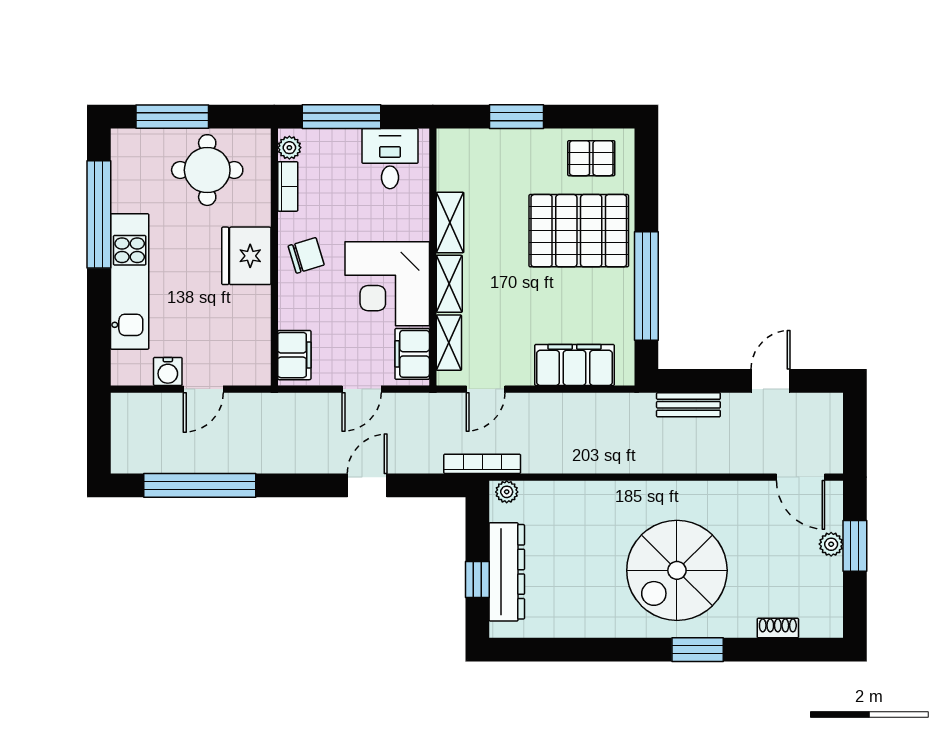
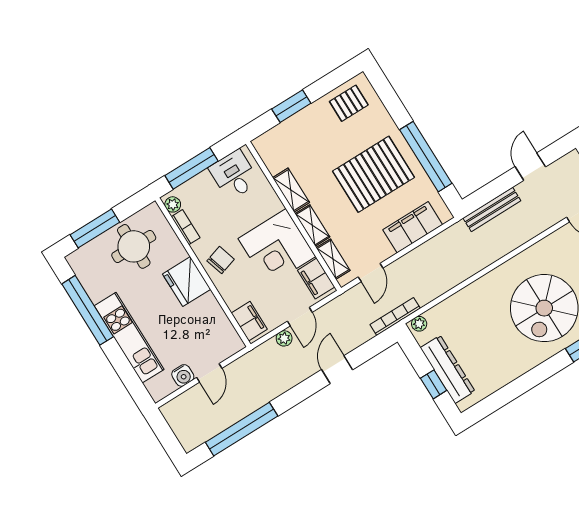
pallet: (579, 231) -> (373, 174), moved
plant: (325, 404) -> (284, 338), added
bench: (688, 405) -> (492, 209), width x1.36

